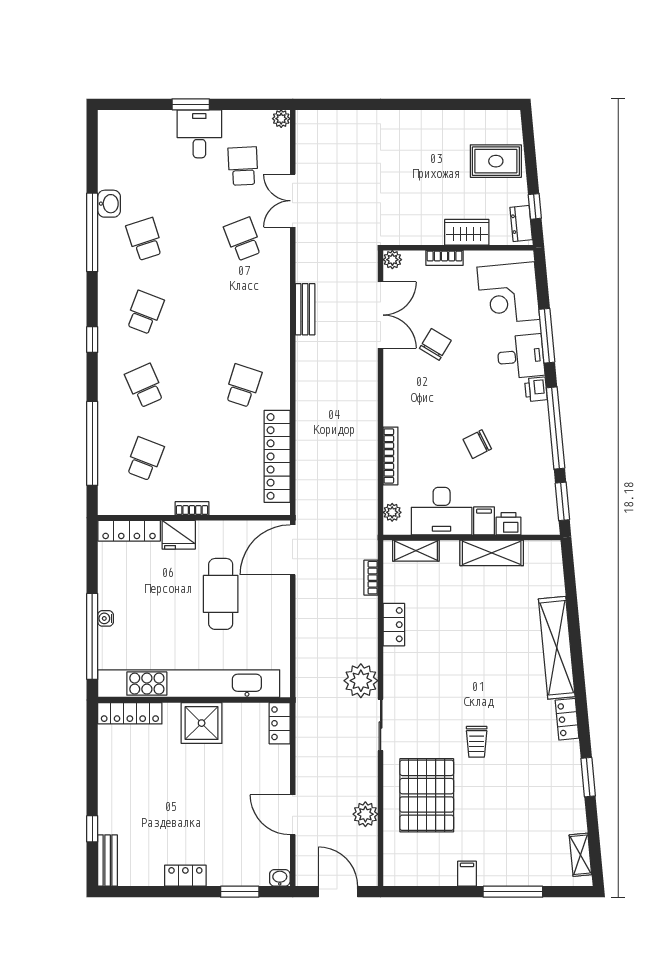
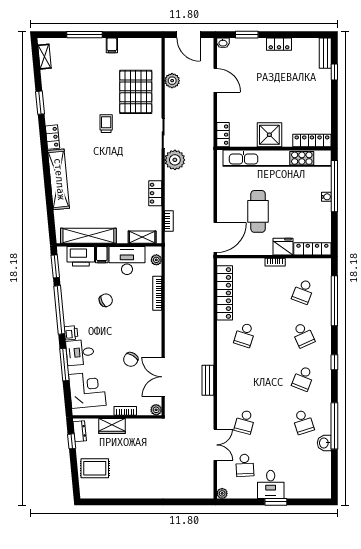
school desk: (243, 239) -> (245, 422), turned 36
printer: (509, 524) -> (81, 256), width x1.87, depth x1.48
shelving: (492, 553) -> (88, 236), width x1.47

